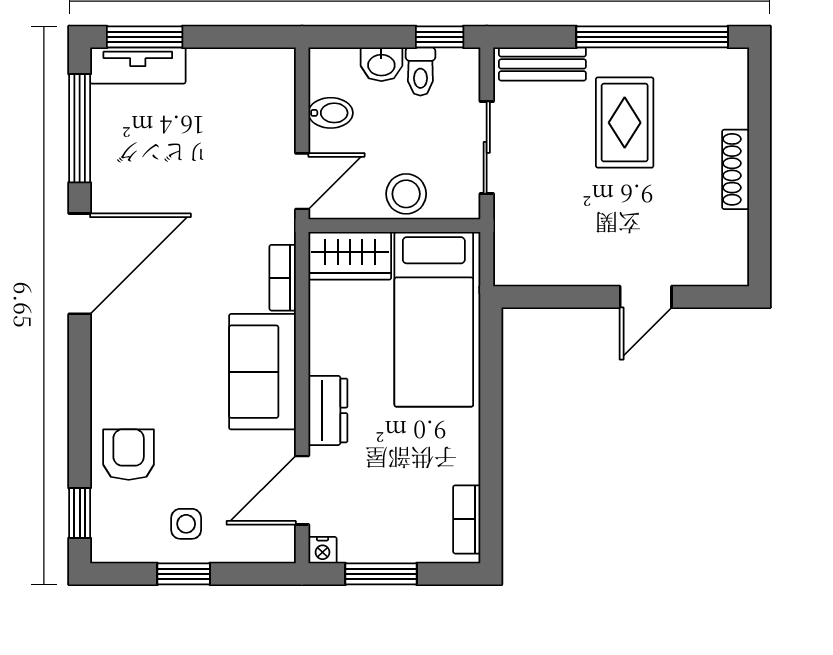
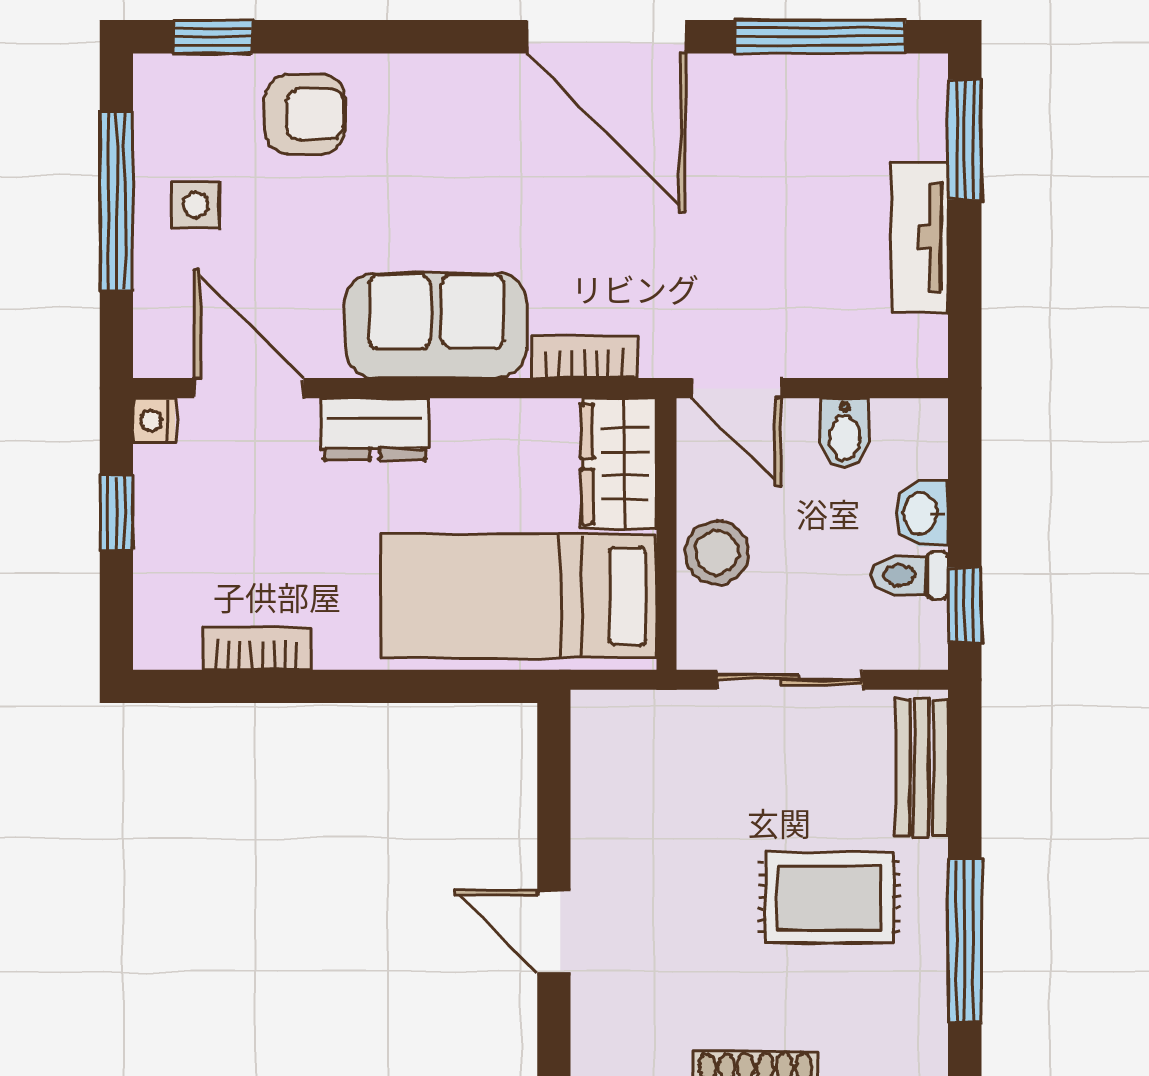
window: (652, 37) -> (965, 941), width x0.68
tv unit: (138, 65) -> (919, 237), moved
bookcase: (467, 519) -> (257, 648), moved
window: (184, 574) -> (116, 201), width x2.17
window: (381, 574) -> (116, 513), width x0.67

